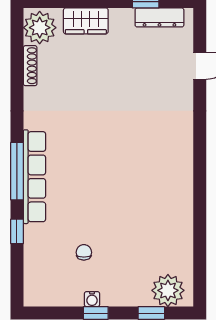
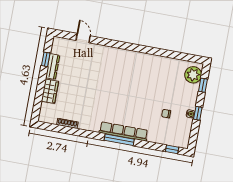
dresser: (159, 17) -> (53, 67), moved
plant: (40, 28) -> (49, 115), removed
window: (17, 231) -> (172, 149), moved

